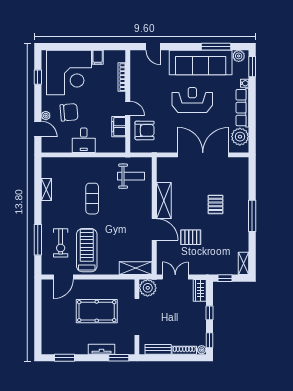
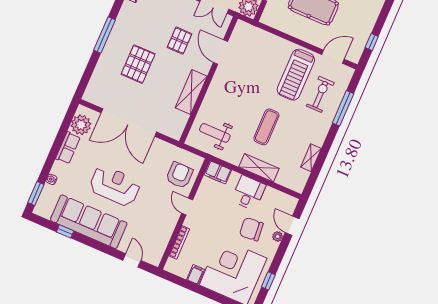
window: (216, 47) -> (65, 231), width x0.46
plant: (239, 56) -> (45, 211), removed
reception desk: (192, 100) -> (115, 186), turned 180
row of seats: (242, 108) -> (68, 148), width x0.68
filing cabinet: (119, 127) -> (218, 172), moved, turned 90
armchair: (145, 130) -> (179, 175), turned 90
pallet: (215, 204) -> (138, 64), width x1.50, depth x1.42
door: (154, 229) -> (221, 52), moved
pallet: (191, 237) -> (180, 41), turned 90
shelving: (136, 268) -> (259, 168), moved
window: (38, 302) -> (372, 42), added

